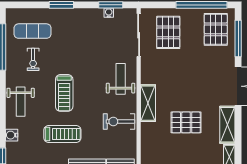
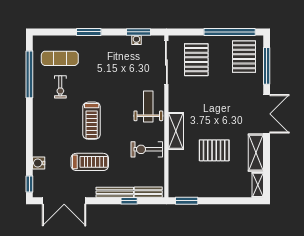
weight bench: (21, 102) -> (48, 129), removed

